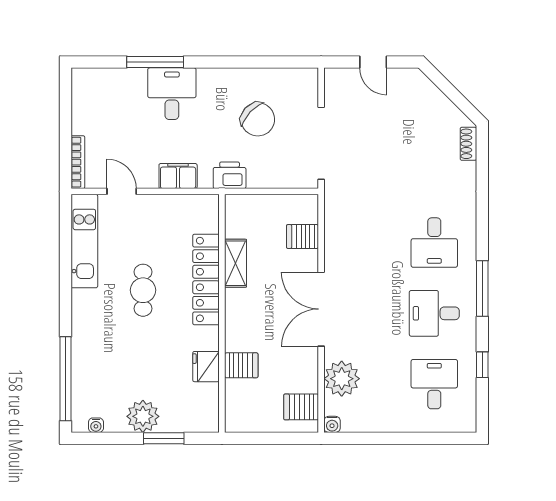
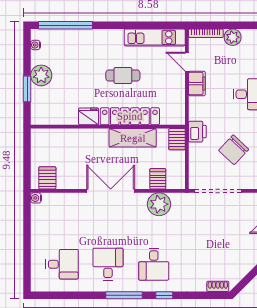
plant: (84, 121) -> (233, 37), added
filing cabinet: (178, 176) -> (197, 84), moved
door: (122, 191) -> (187, 62), swing flipped
desk: (434, 243) -> (154, 264), turned -90
shelving: (235, 263) -> (133, 138), width x1.50, depth x1.33
server rack: (241, 365) -> (177, 139), moved
window: (482, 365) -> (164, 295), moved
fridge: (206, 367) -> (89, 116), moved
plant: (342, 379) -> (159, 204), moved

